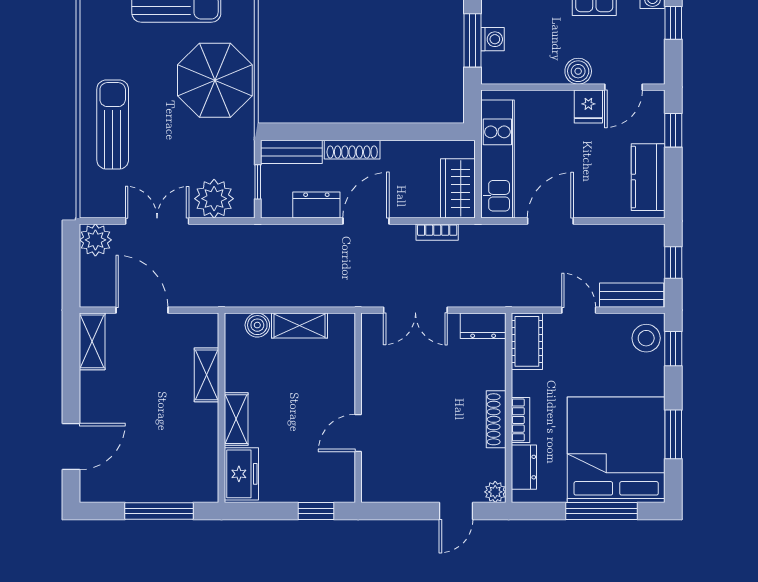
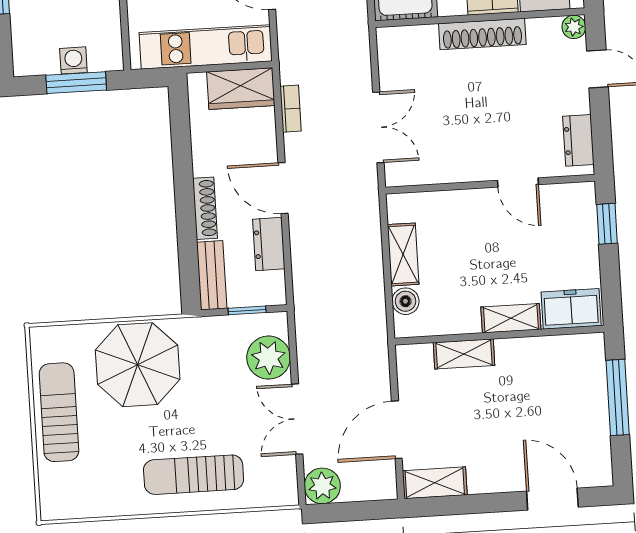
dresser: (483, 326) -> (578, 140), moved, turned 180
shoe rack: (496, 419) -> (482, 34), width x1.36, depth x1.24

